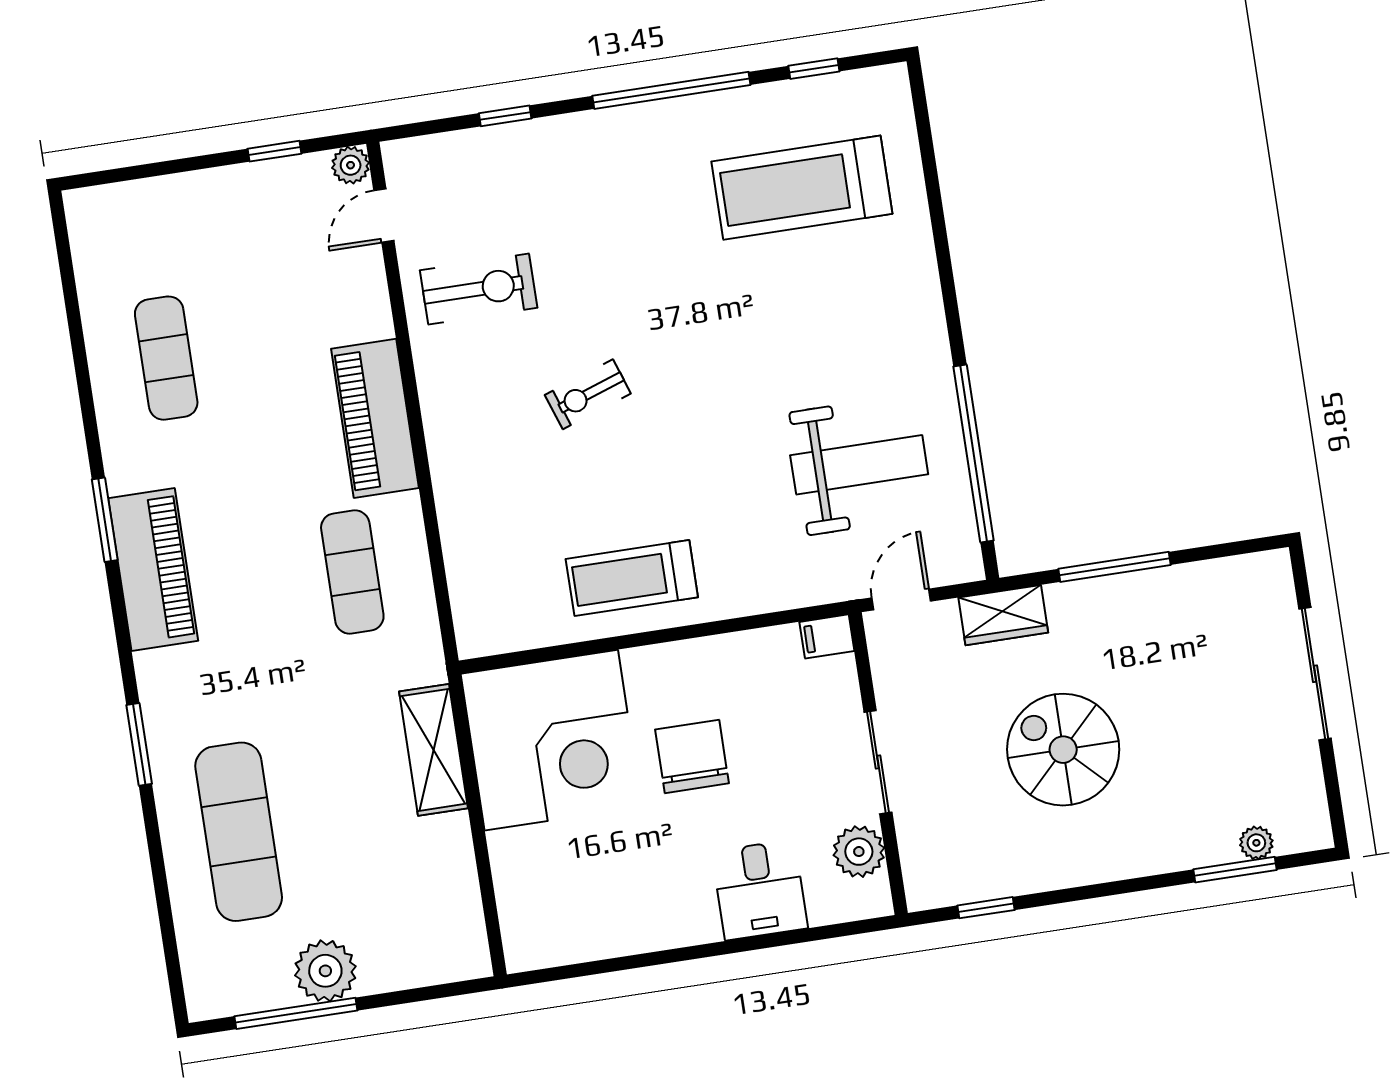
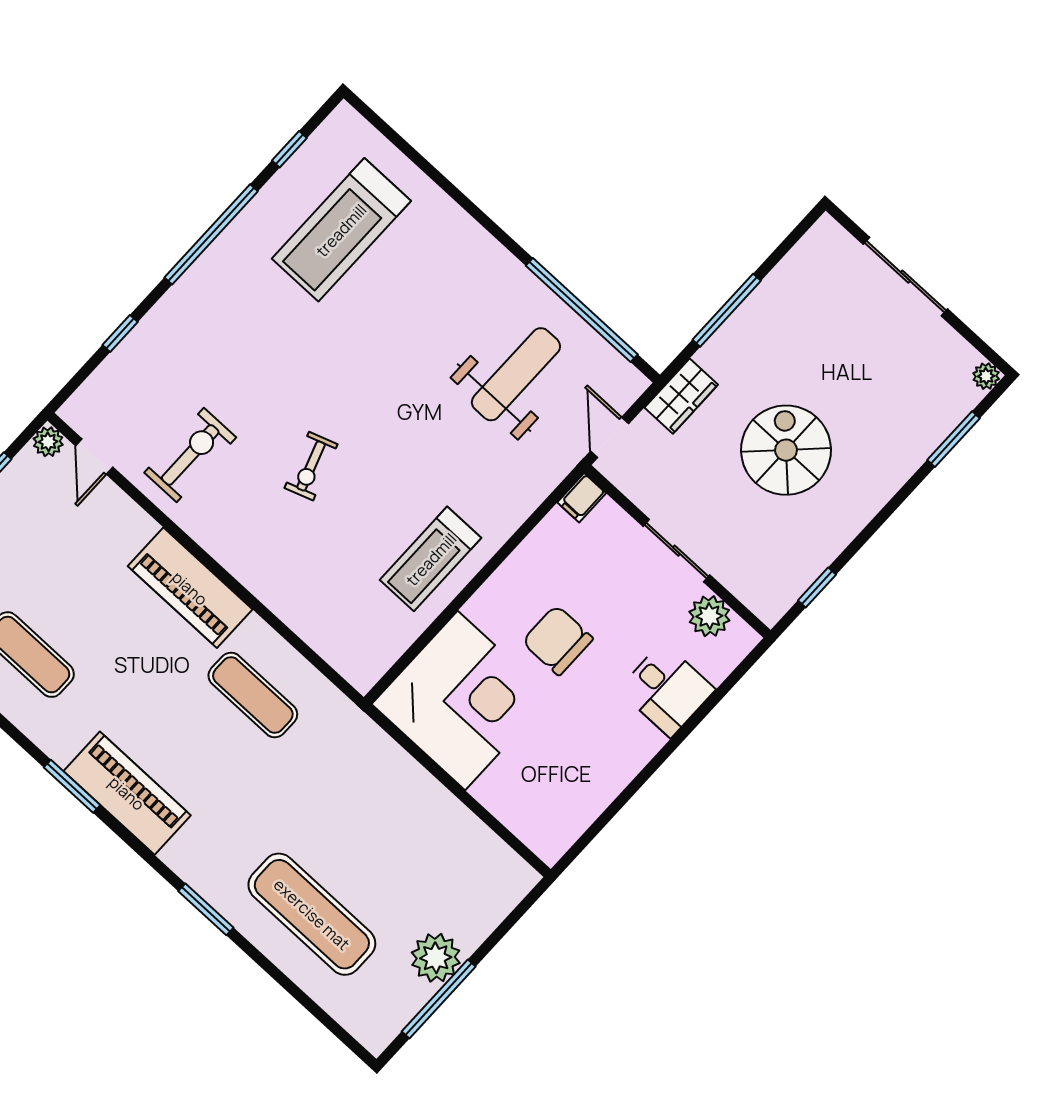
shelving: (433, 750) -> (393, 766), removed
spiral stairs: (1063, 750) -> (786, 450), turned 90
plant: (1256, 843) -> (986, 376), moved

